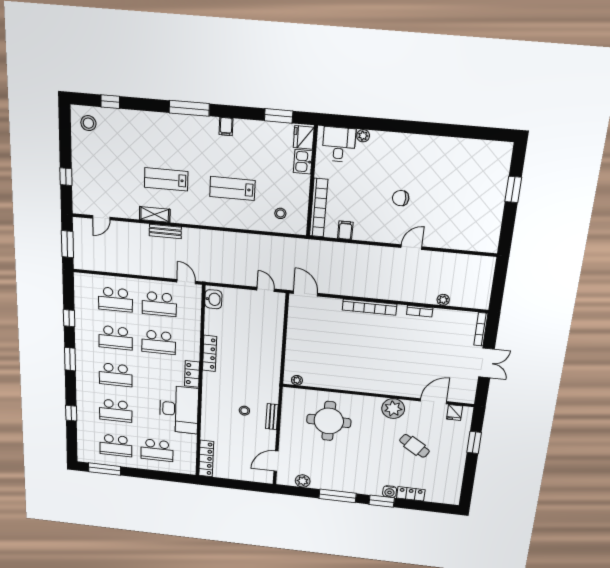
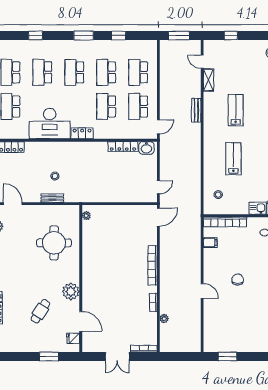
window: (513, 189) -> (227, 357), moved
shelving: (155, 214) -> (209, 80), moved
locker: (209, 353) -> (123, 147), moved

